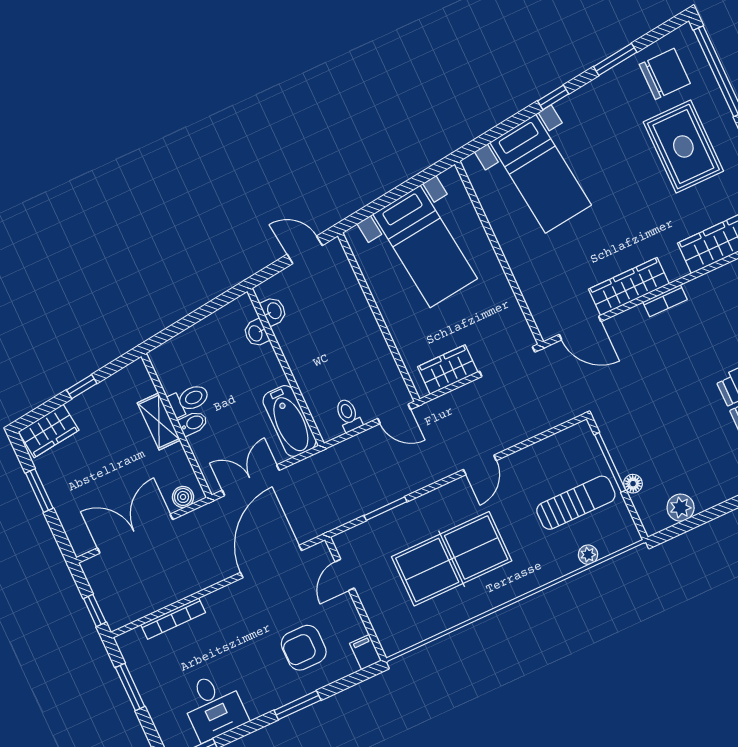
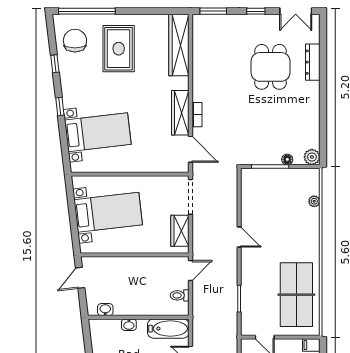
window: (615, 59) -> (55, 64), width x0.67
rug: (683, 146) -> (119, 49), turned 90
bookcase: (665, 301) -> (197, 115), moved
door: (580, 328) -> (190, 149), hinge flipped
washbasin: (256, 333) -> (129, 325), moved
sun lounger: (576, 503) -> (283, 195), removed
plant: (681, 508) -> (312, 157), moved
table tennis table: (452, 559) -> (296, 295), moved

